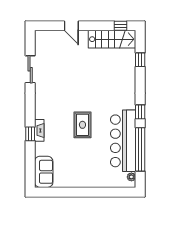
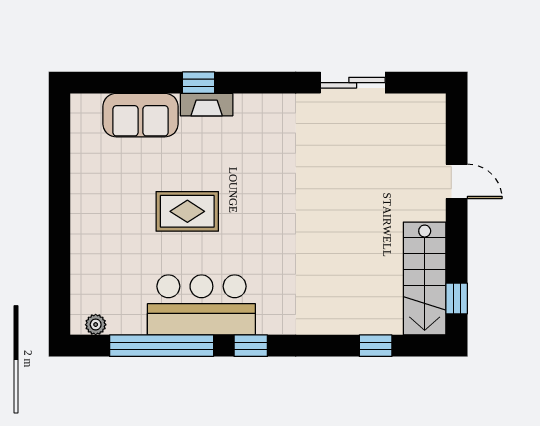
door: (71, 26) -> (457, 181), swing flipped
rug: (82, 125) -> (187, 211), moved
bar counter: (123, 141) -> (201, 305), width x0.73
sofa: (44, 172) -> (141, 115), moved

